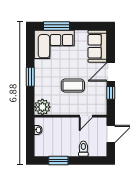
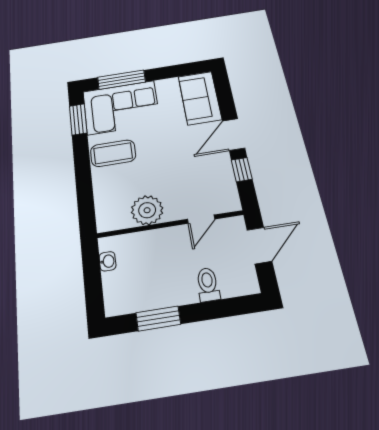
window: (30, 77) -> (78, 119), moved
coffee table: (73, 86) -> (113, 153), moved
plant: (42, 107) -> (147, 210), moved

